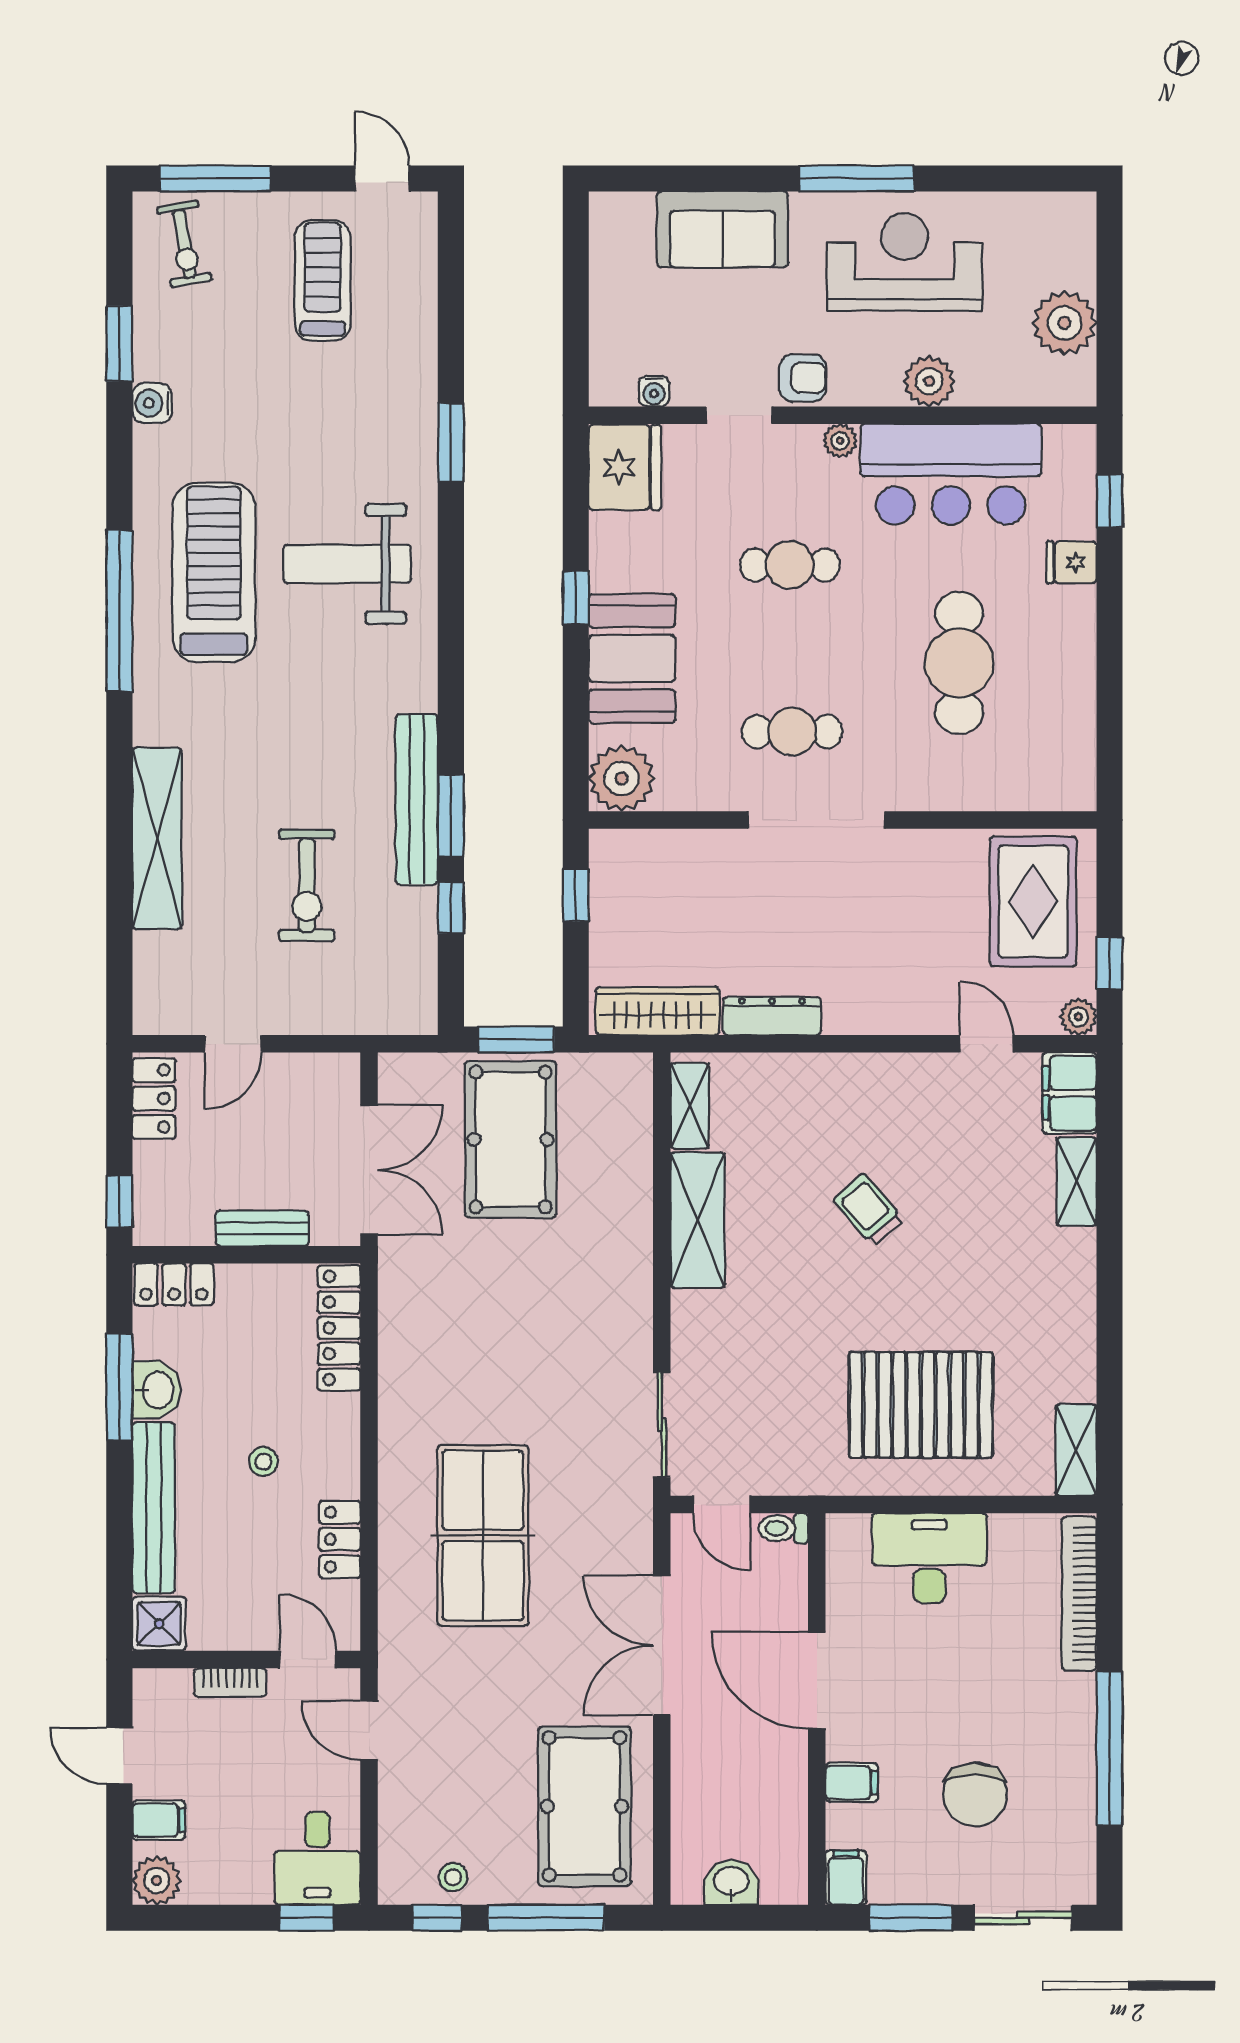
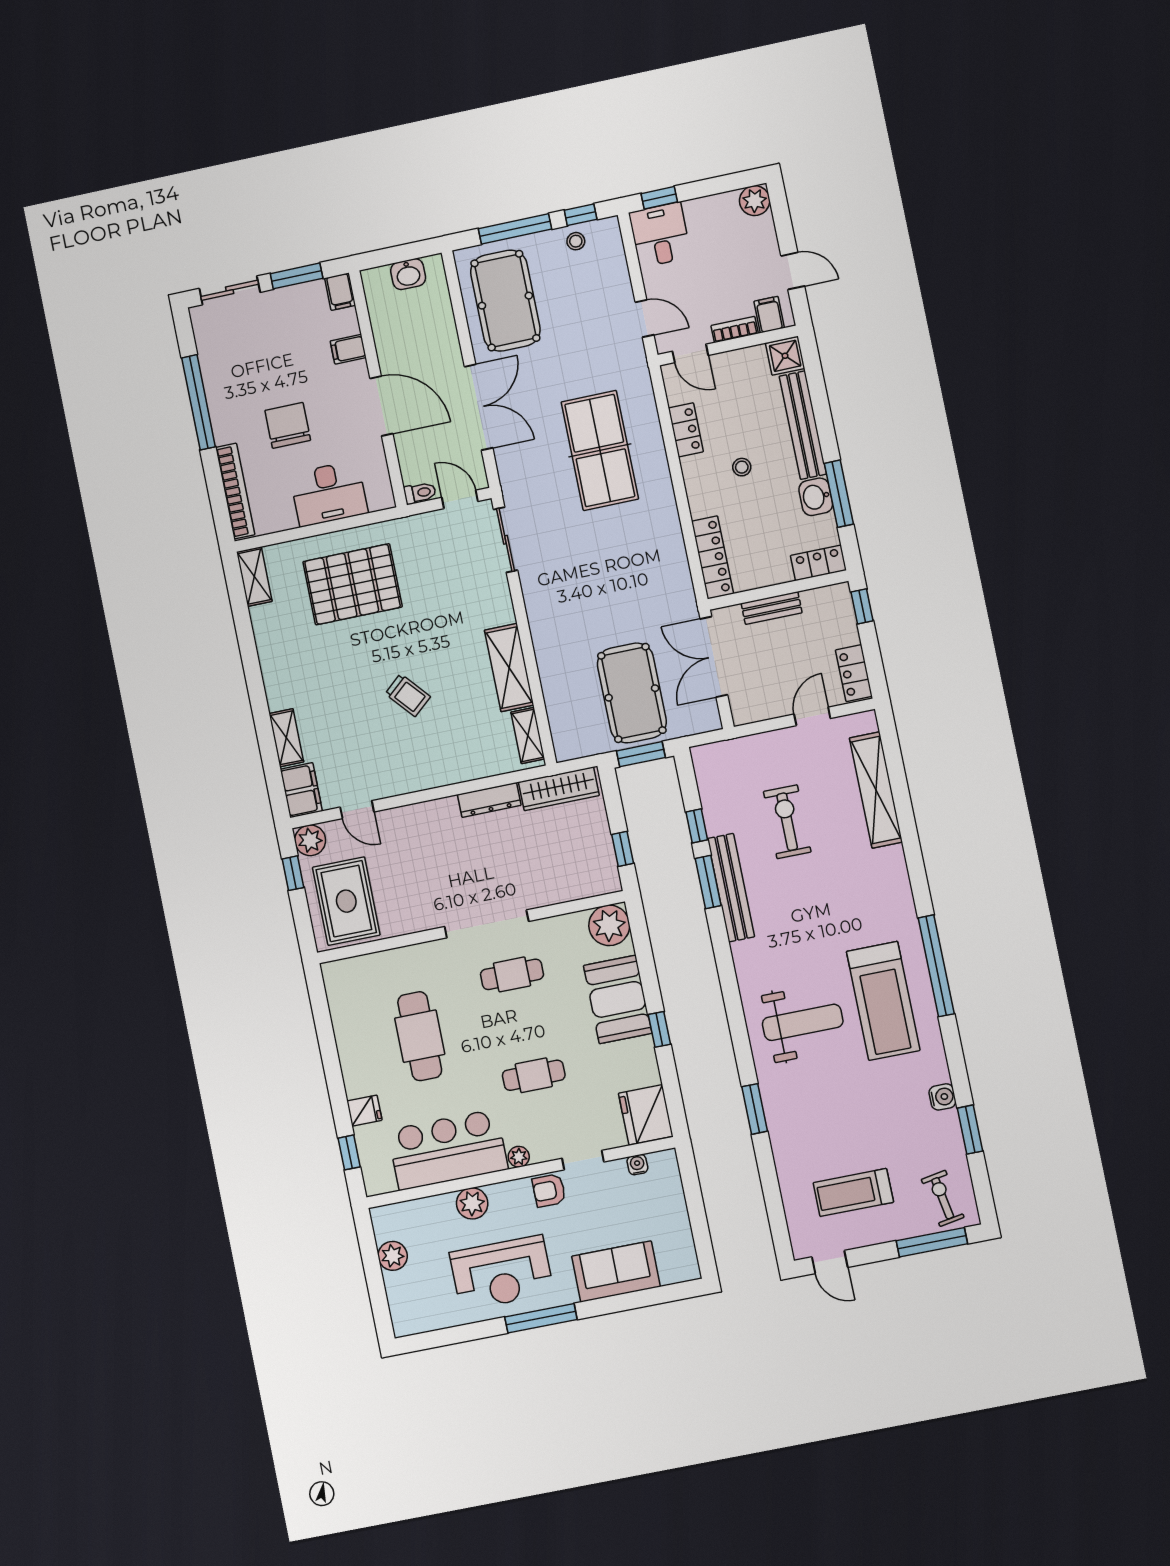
treadmill: (323, 281) -> (853, 1192), turned 90
plant: (1065, 323) -> (393, 1256), width x0.73, depth x0.73
shelving: (157, 838) -> (876, 790), moved
plant: (1078, 1017) -> (310, 840), width x1.38, depth x1.38
chair: (975, 1795) -> (288, 425), moved
filing cabinet: (159, 1820) -> (769, 315), moved, turned 90

